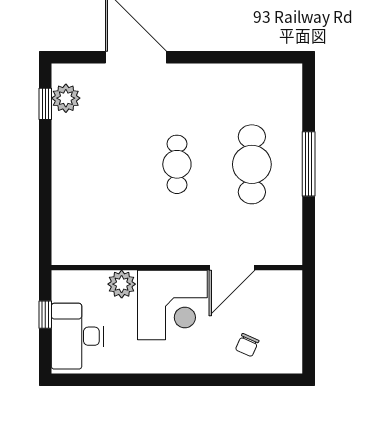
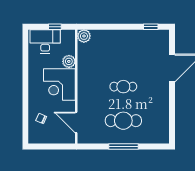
plant: (66, 98) -> (84, 36), moved
door: (232, 268) -> (76, 123), moved

